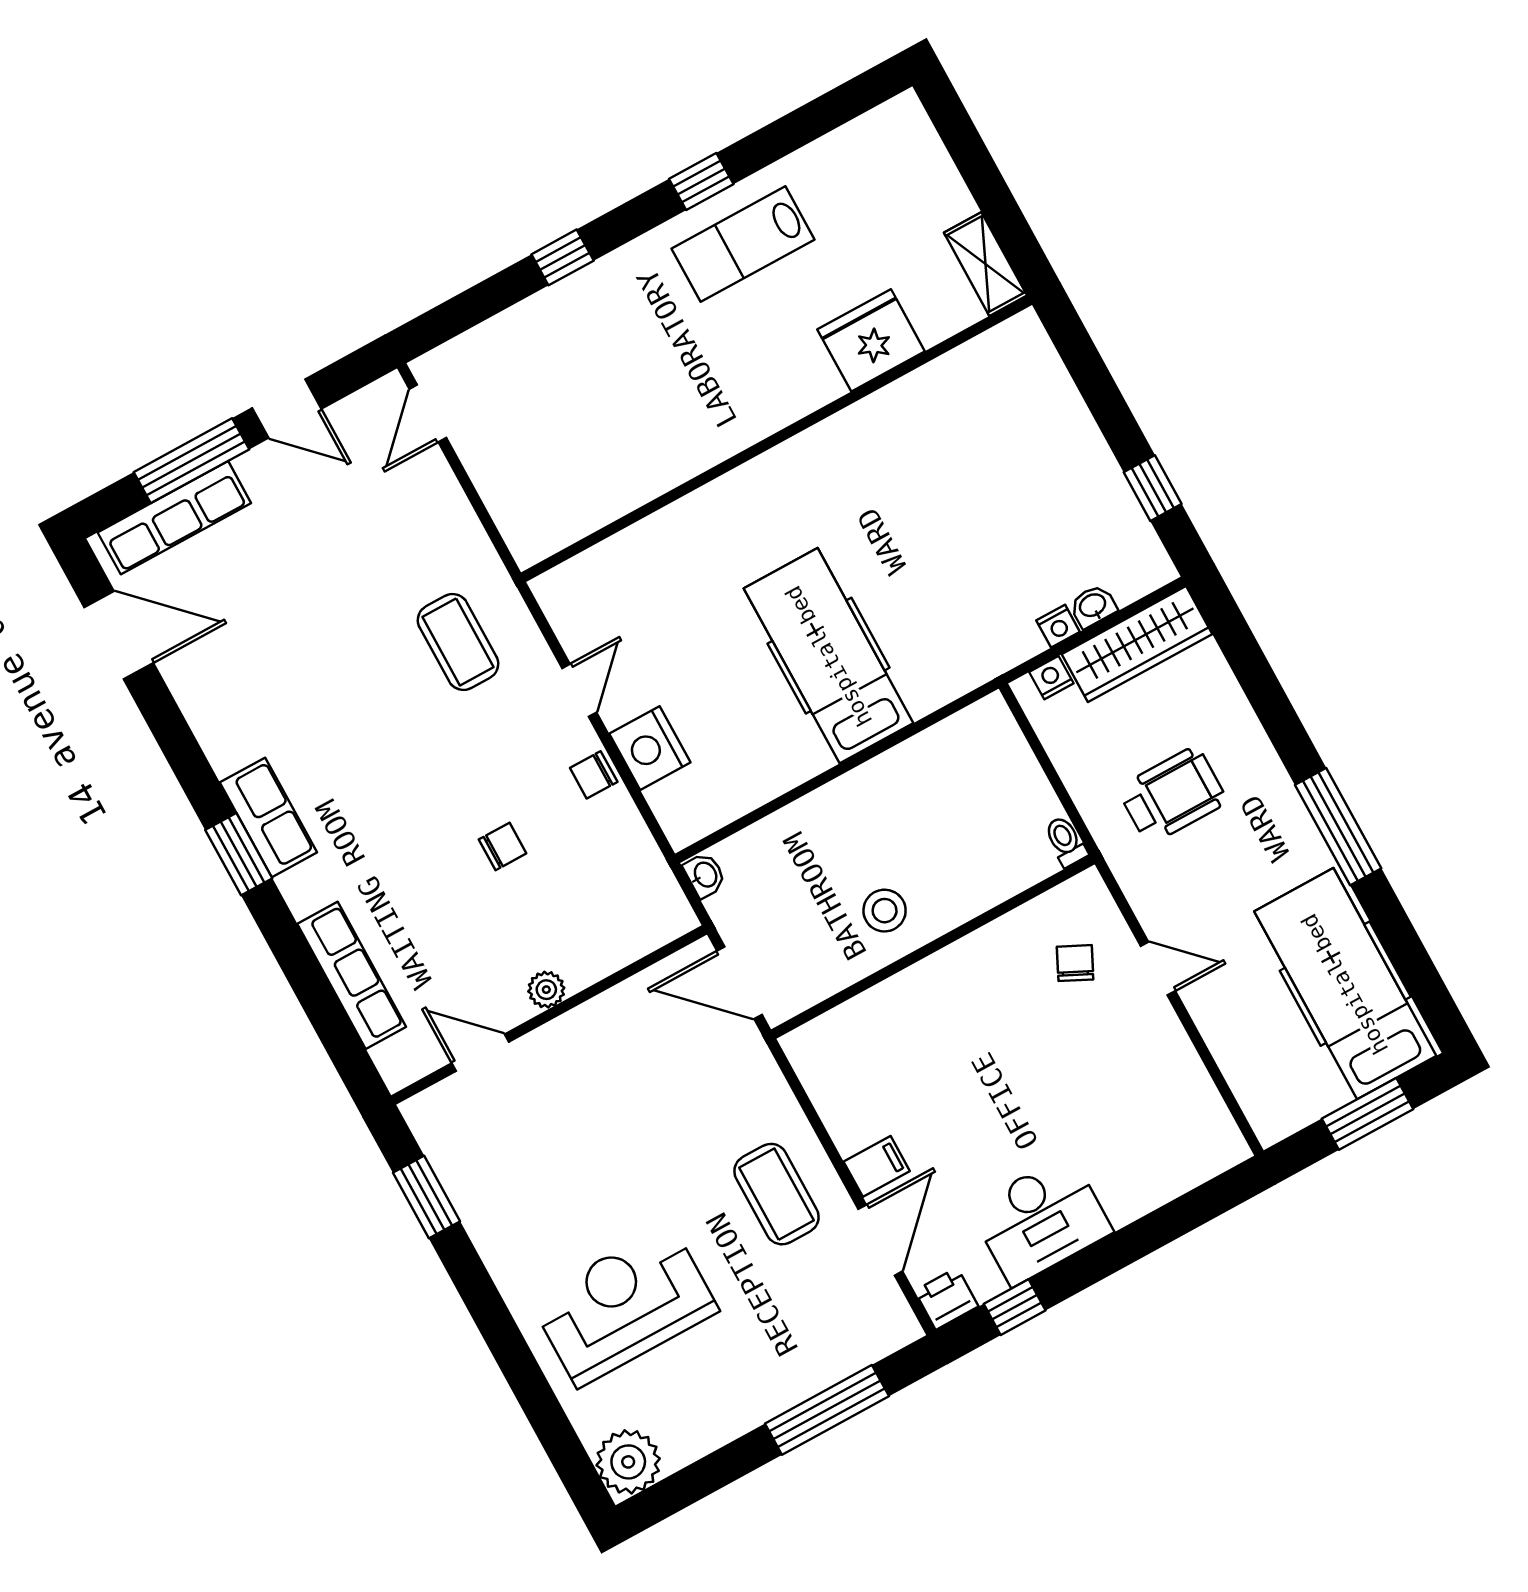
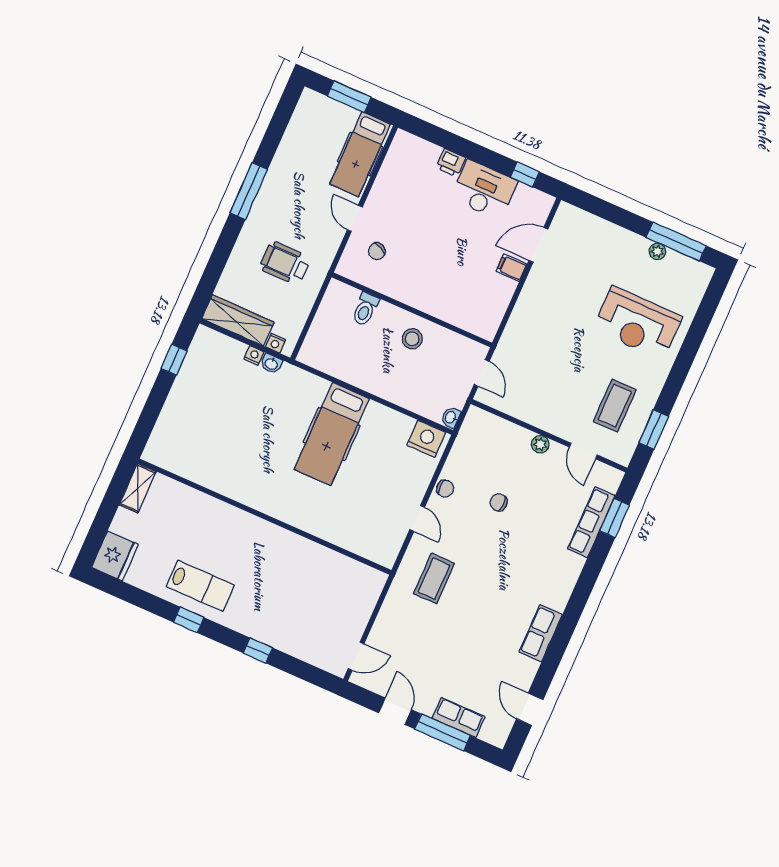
fridge: (871, 340) -> (115, 556), moved, turned -90
row of seats: (174, 518) -> (459, 718), width x0.68
washbasin: (1093, 606) -> (271, 364), moved
door: (119, 635) -> (530, 709), width x0.73
door: (579, 690) -> (417, 519), swing flipped
nightstand: (650, 748) -> (426, 439), moved, turned -90
row of seats: (268, 817) -> (541, 633), moved
toilet: (1066, 841) -> (365, 309), moved, width x1.37, depth x1.39
window: (239, 854) -> (614, 518), moved
door: (739, 983) -> (482, 373), width x0.73
hospital bed: (1345, 984) -> (360, 154), moved, width x0.73, depth x0.78
coffee table: (777, 1194) -> (615, 406), moved
printer: (946, 1299) -> (451, 163), moved
window: (827, 1410) -> (676, 242), moved
plant: (628, 1462) -> (657, 251), moved, width x0.53, depth x0.53

